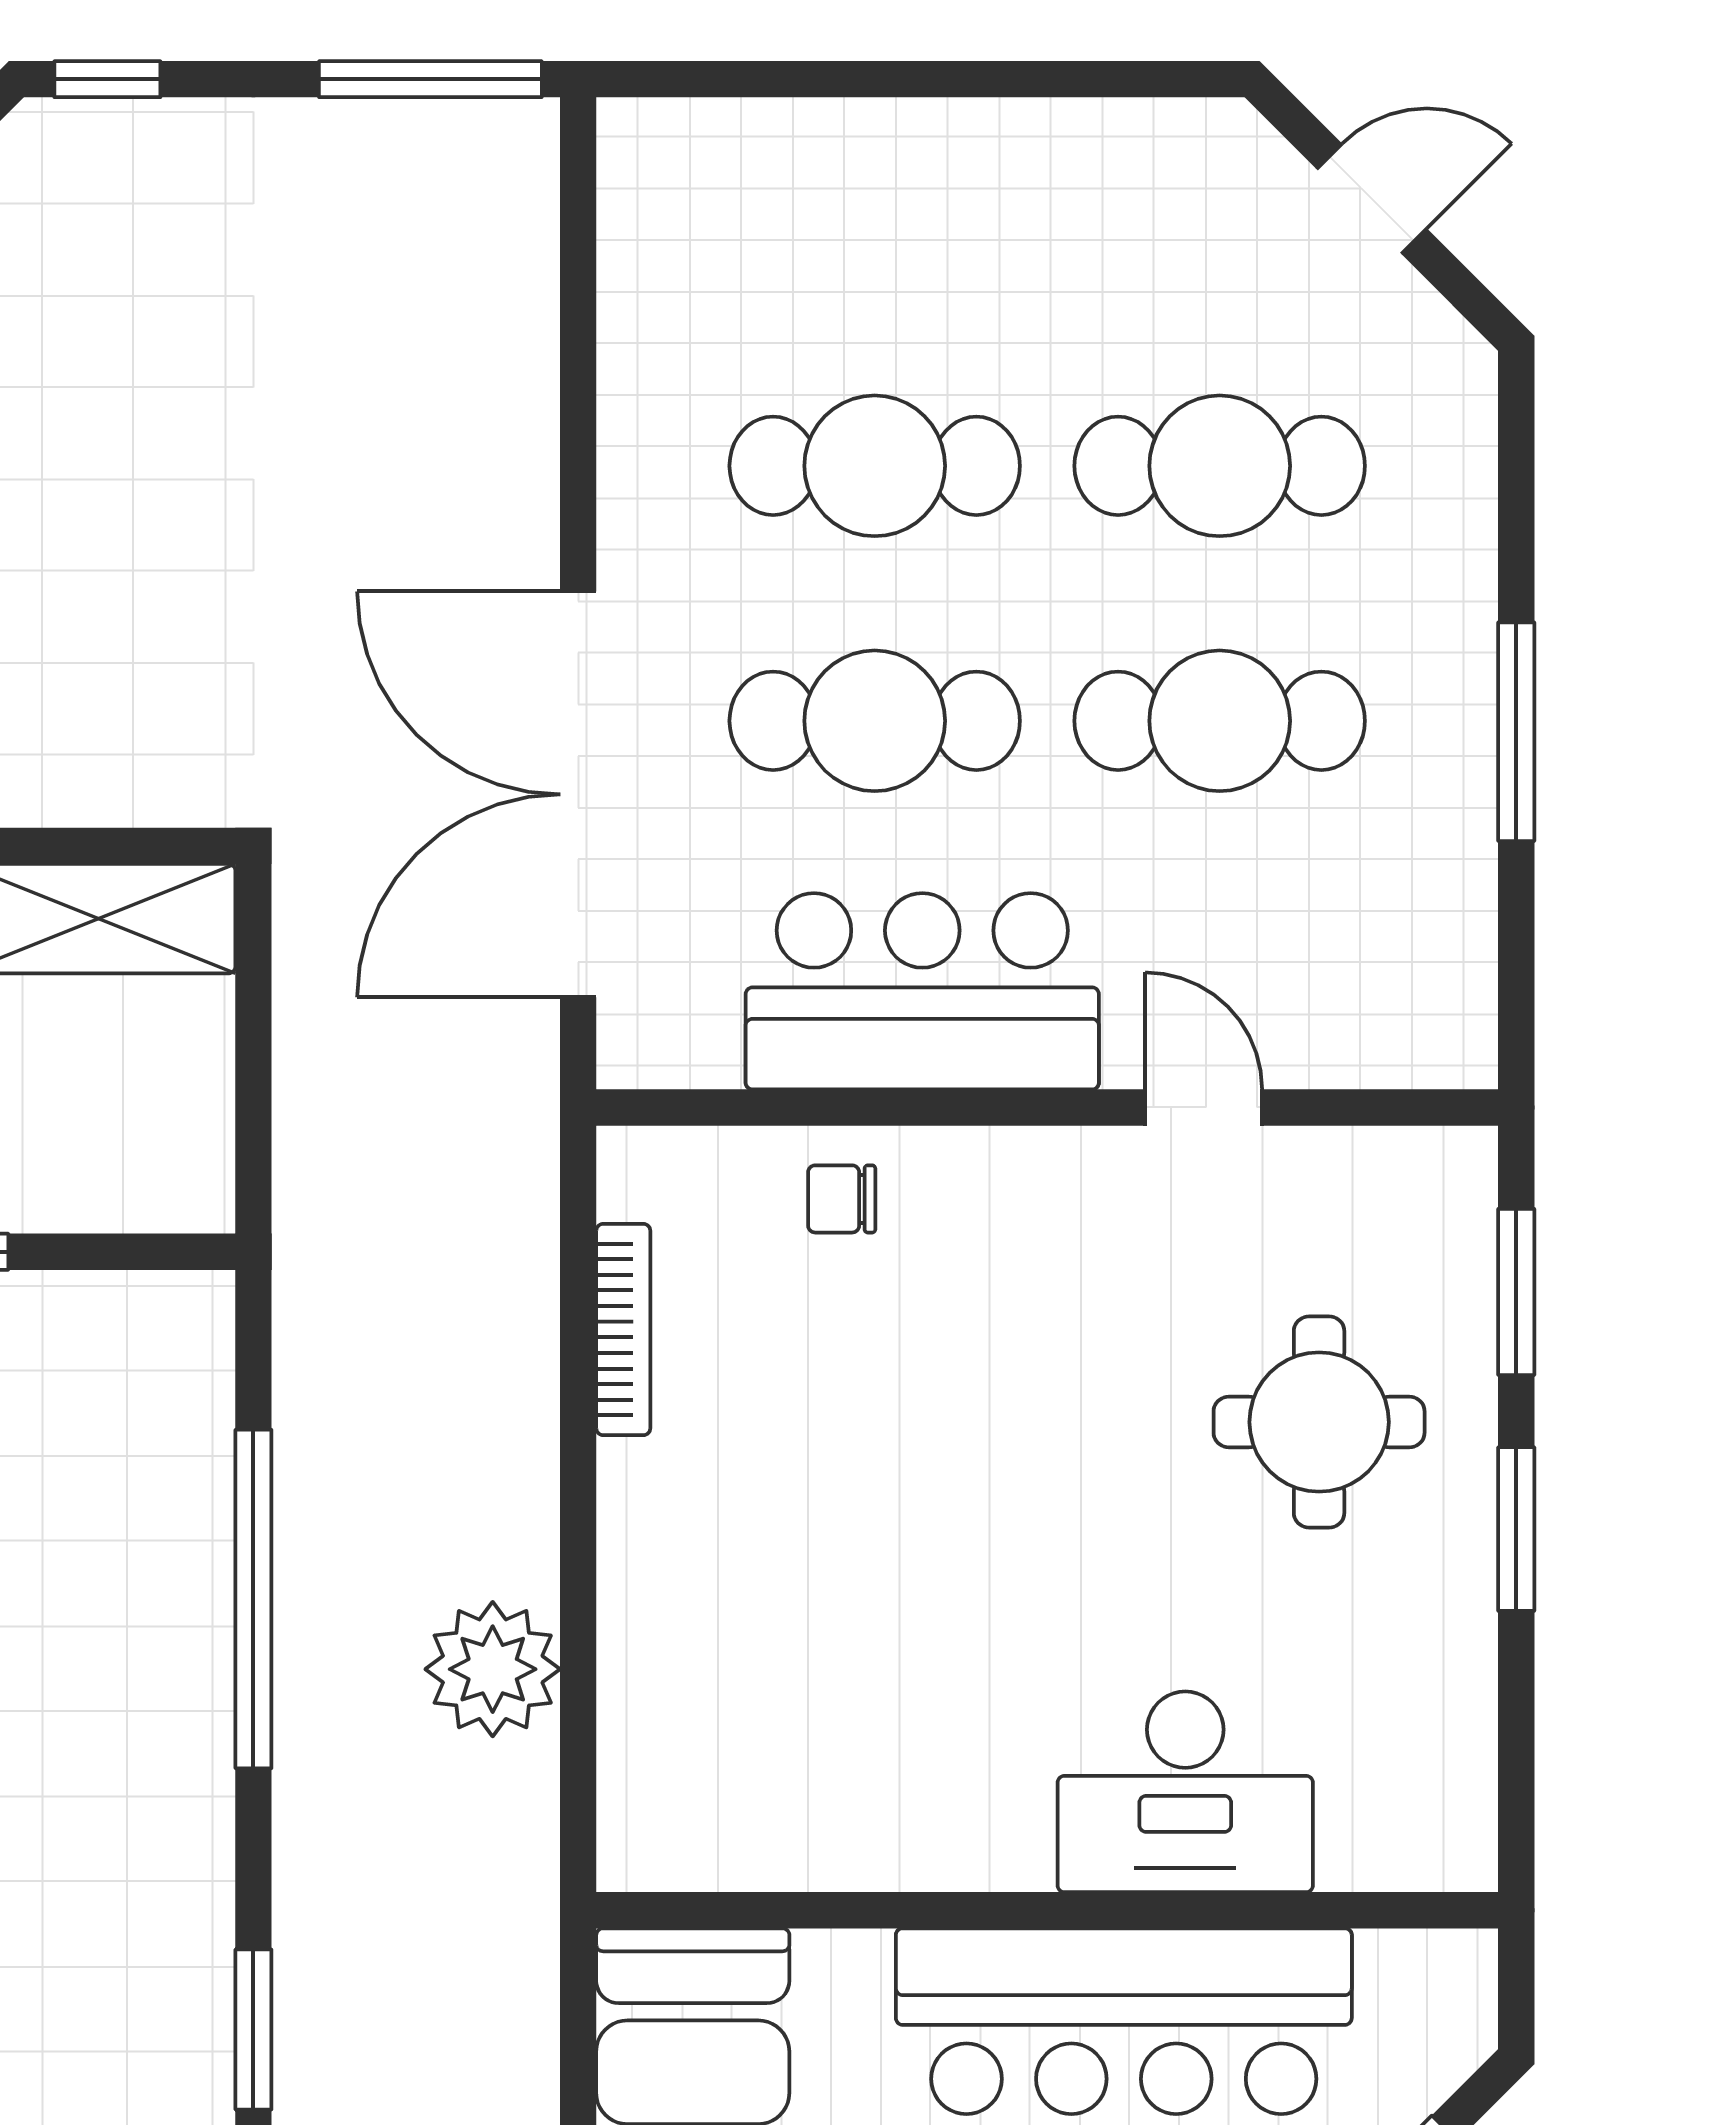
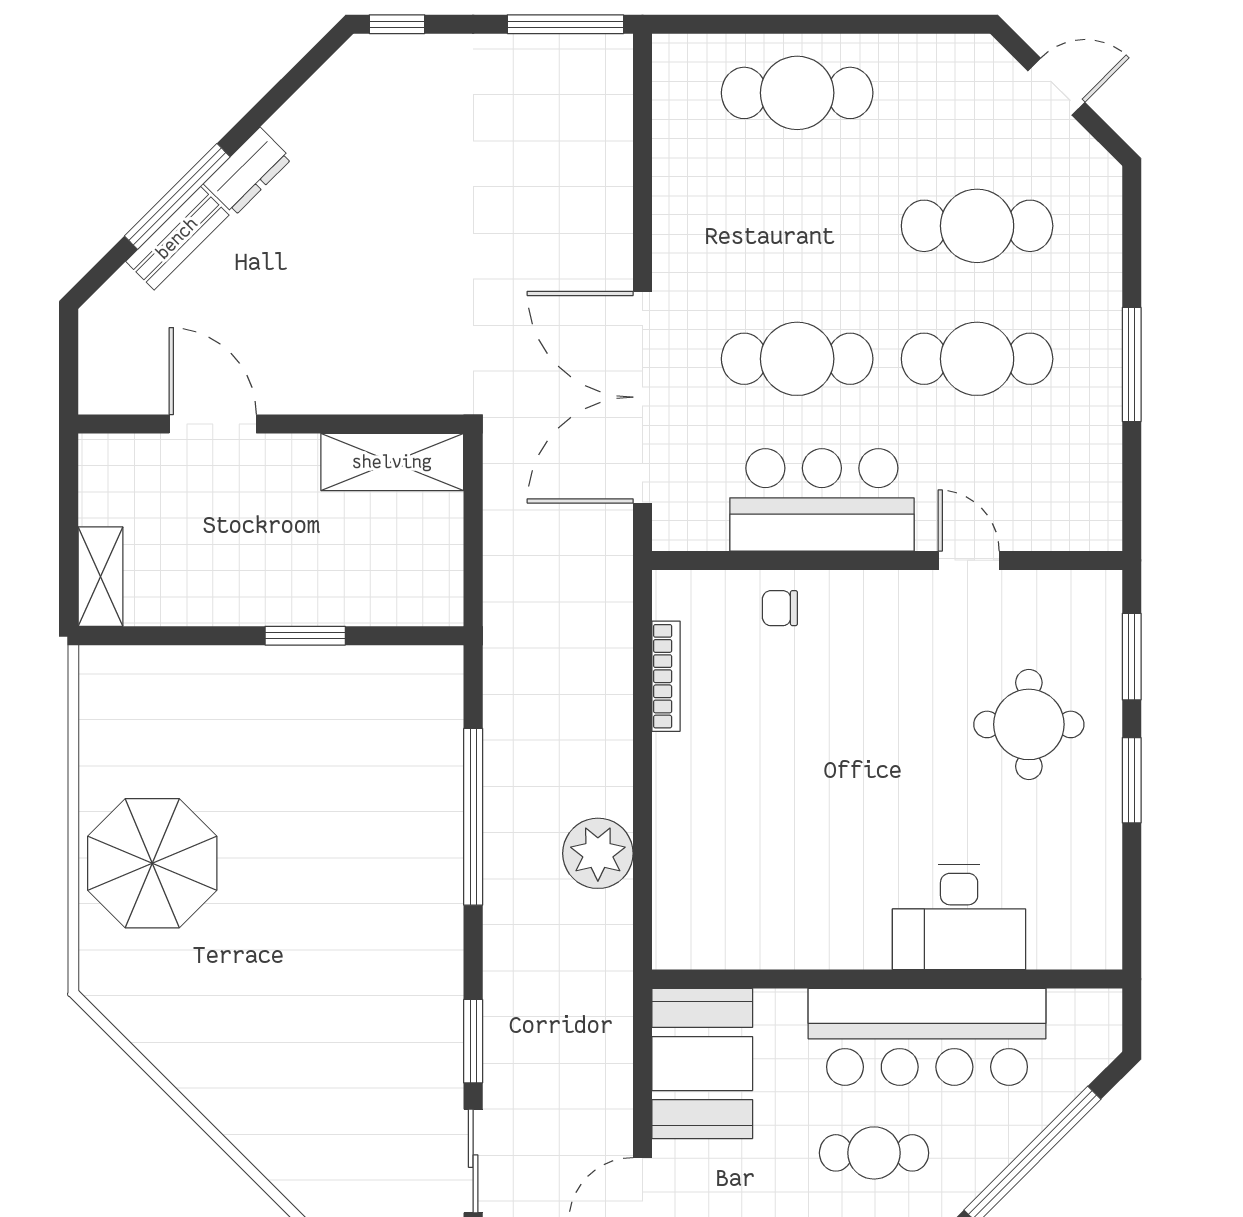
cafe table: (875, 466) -> (797, 93), moved

